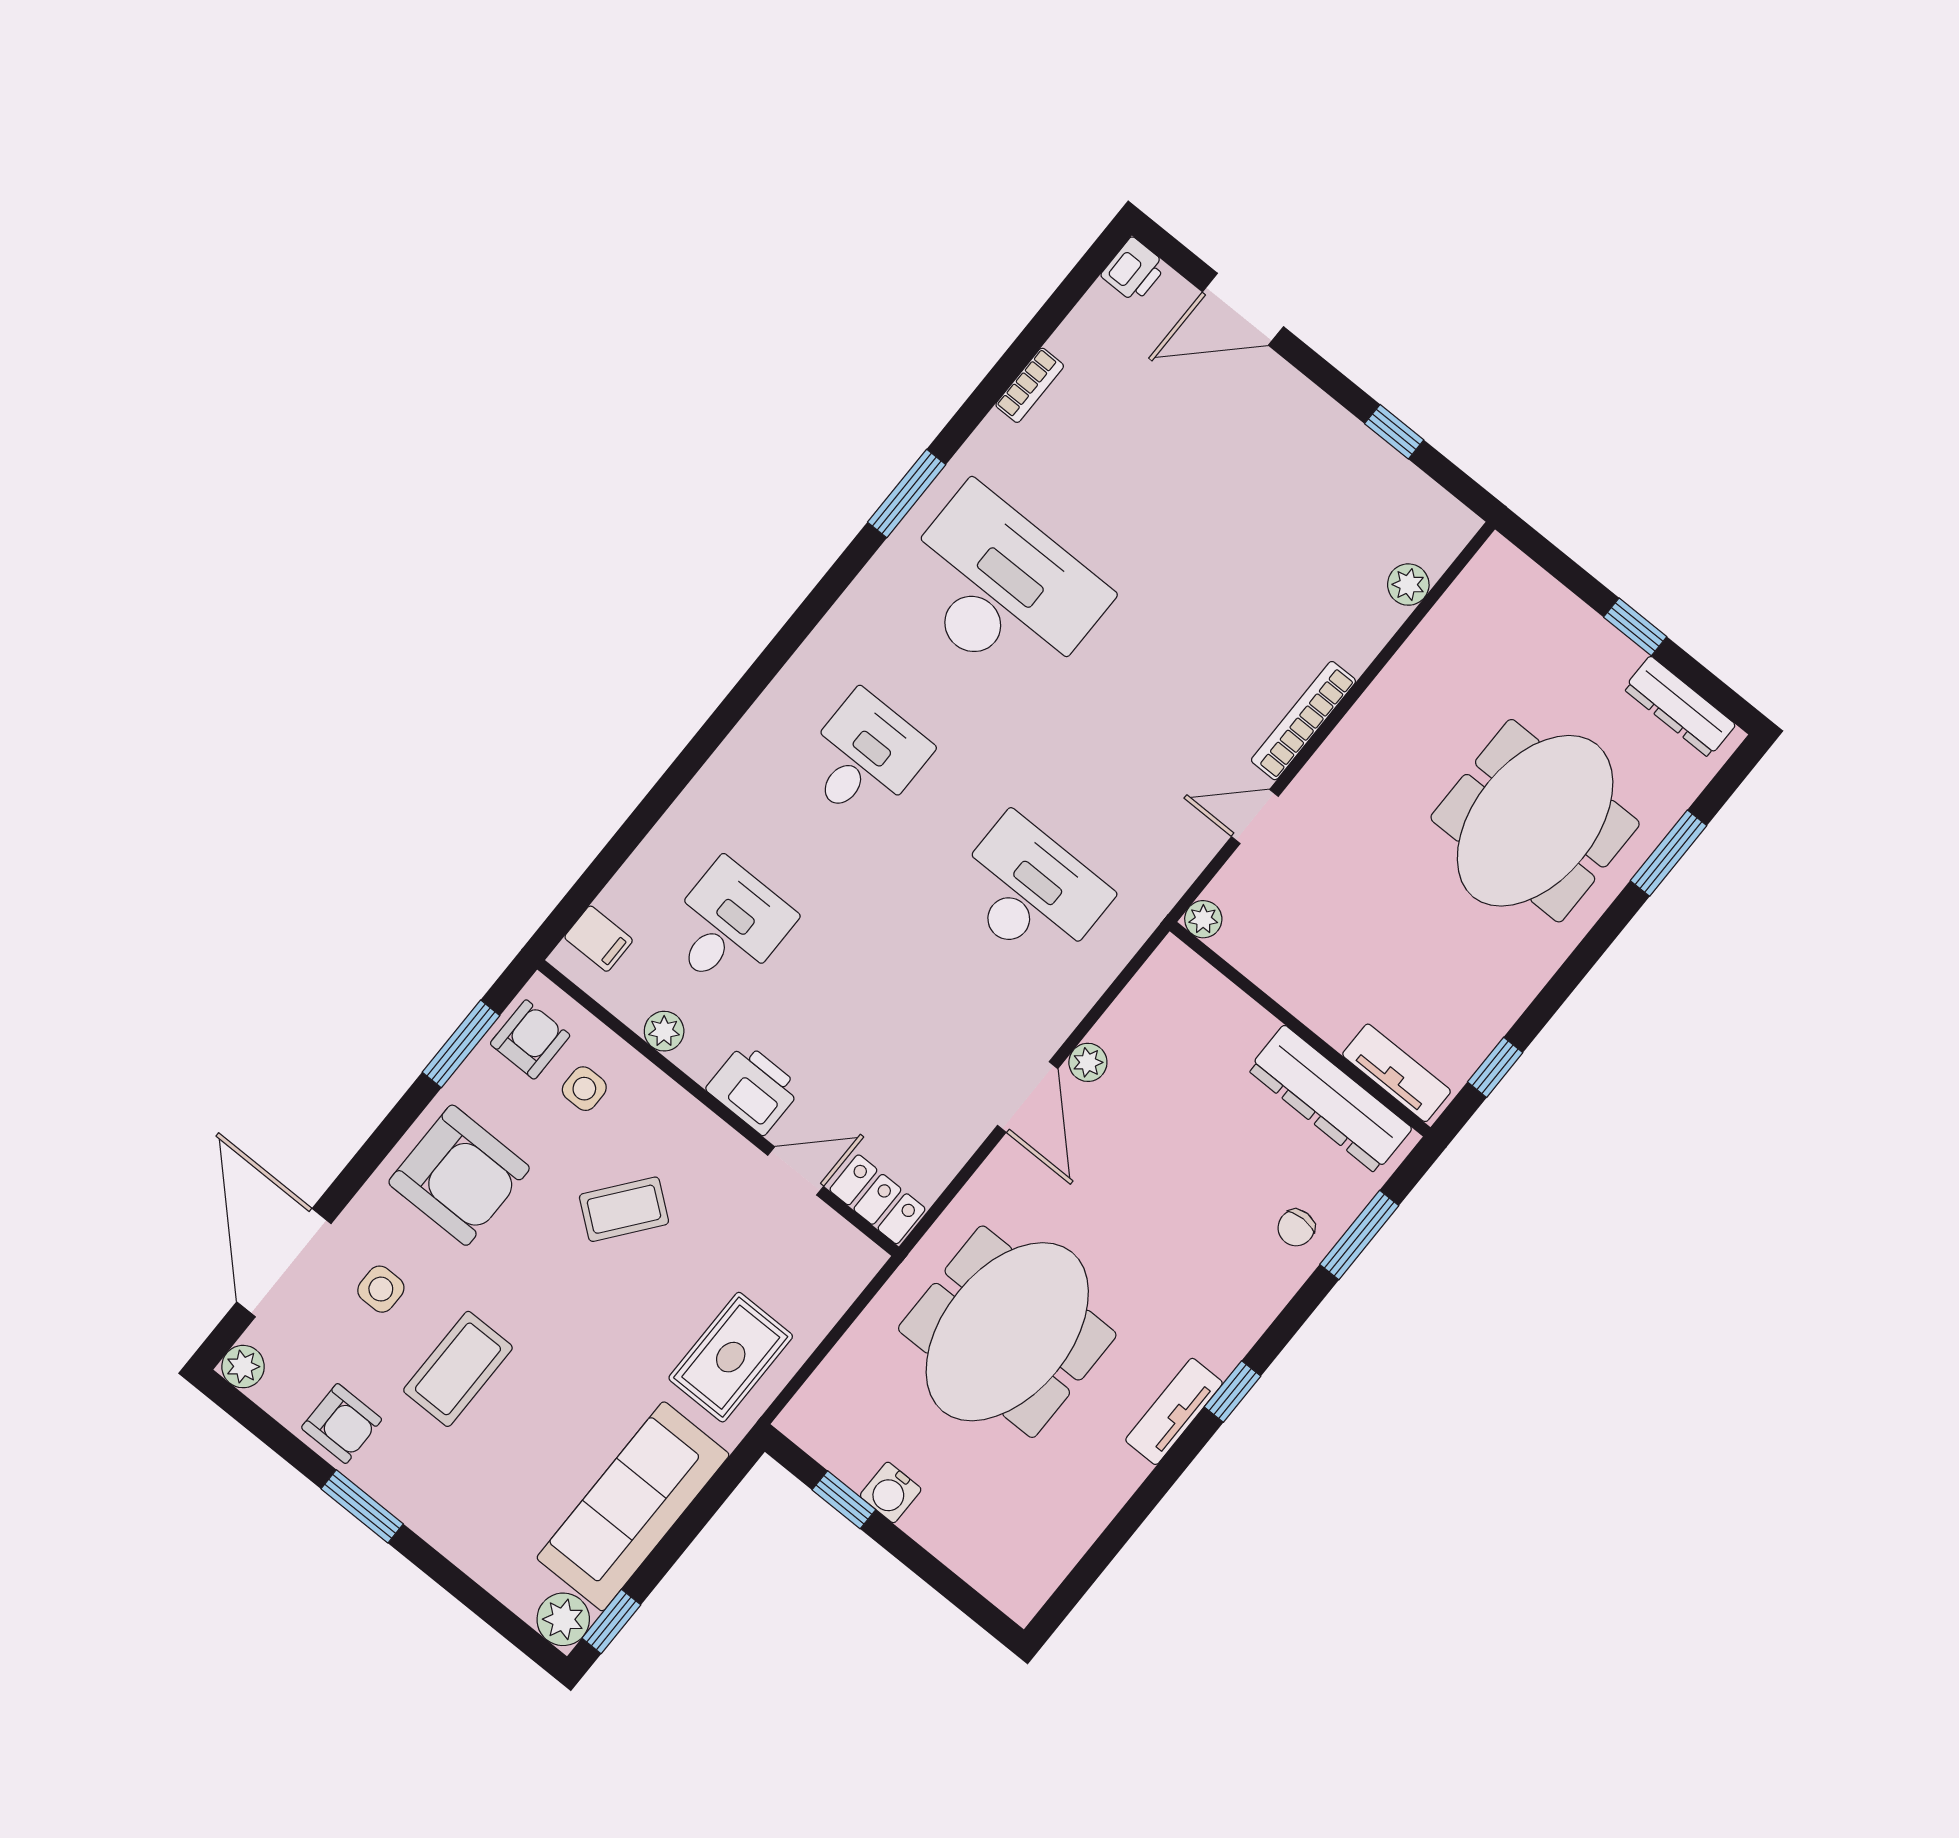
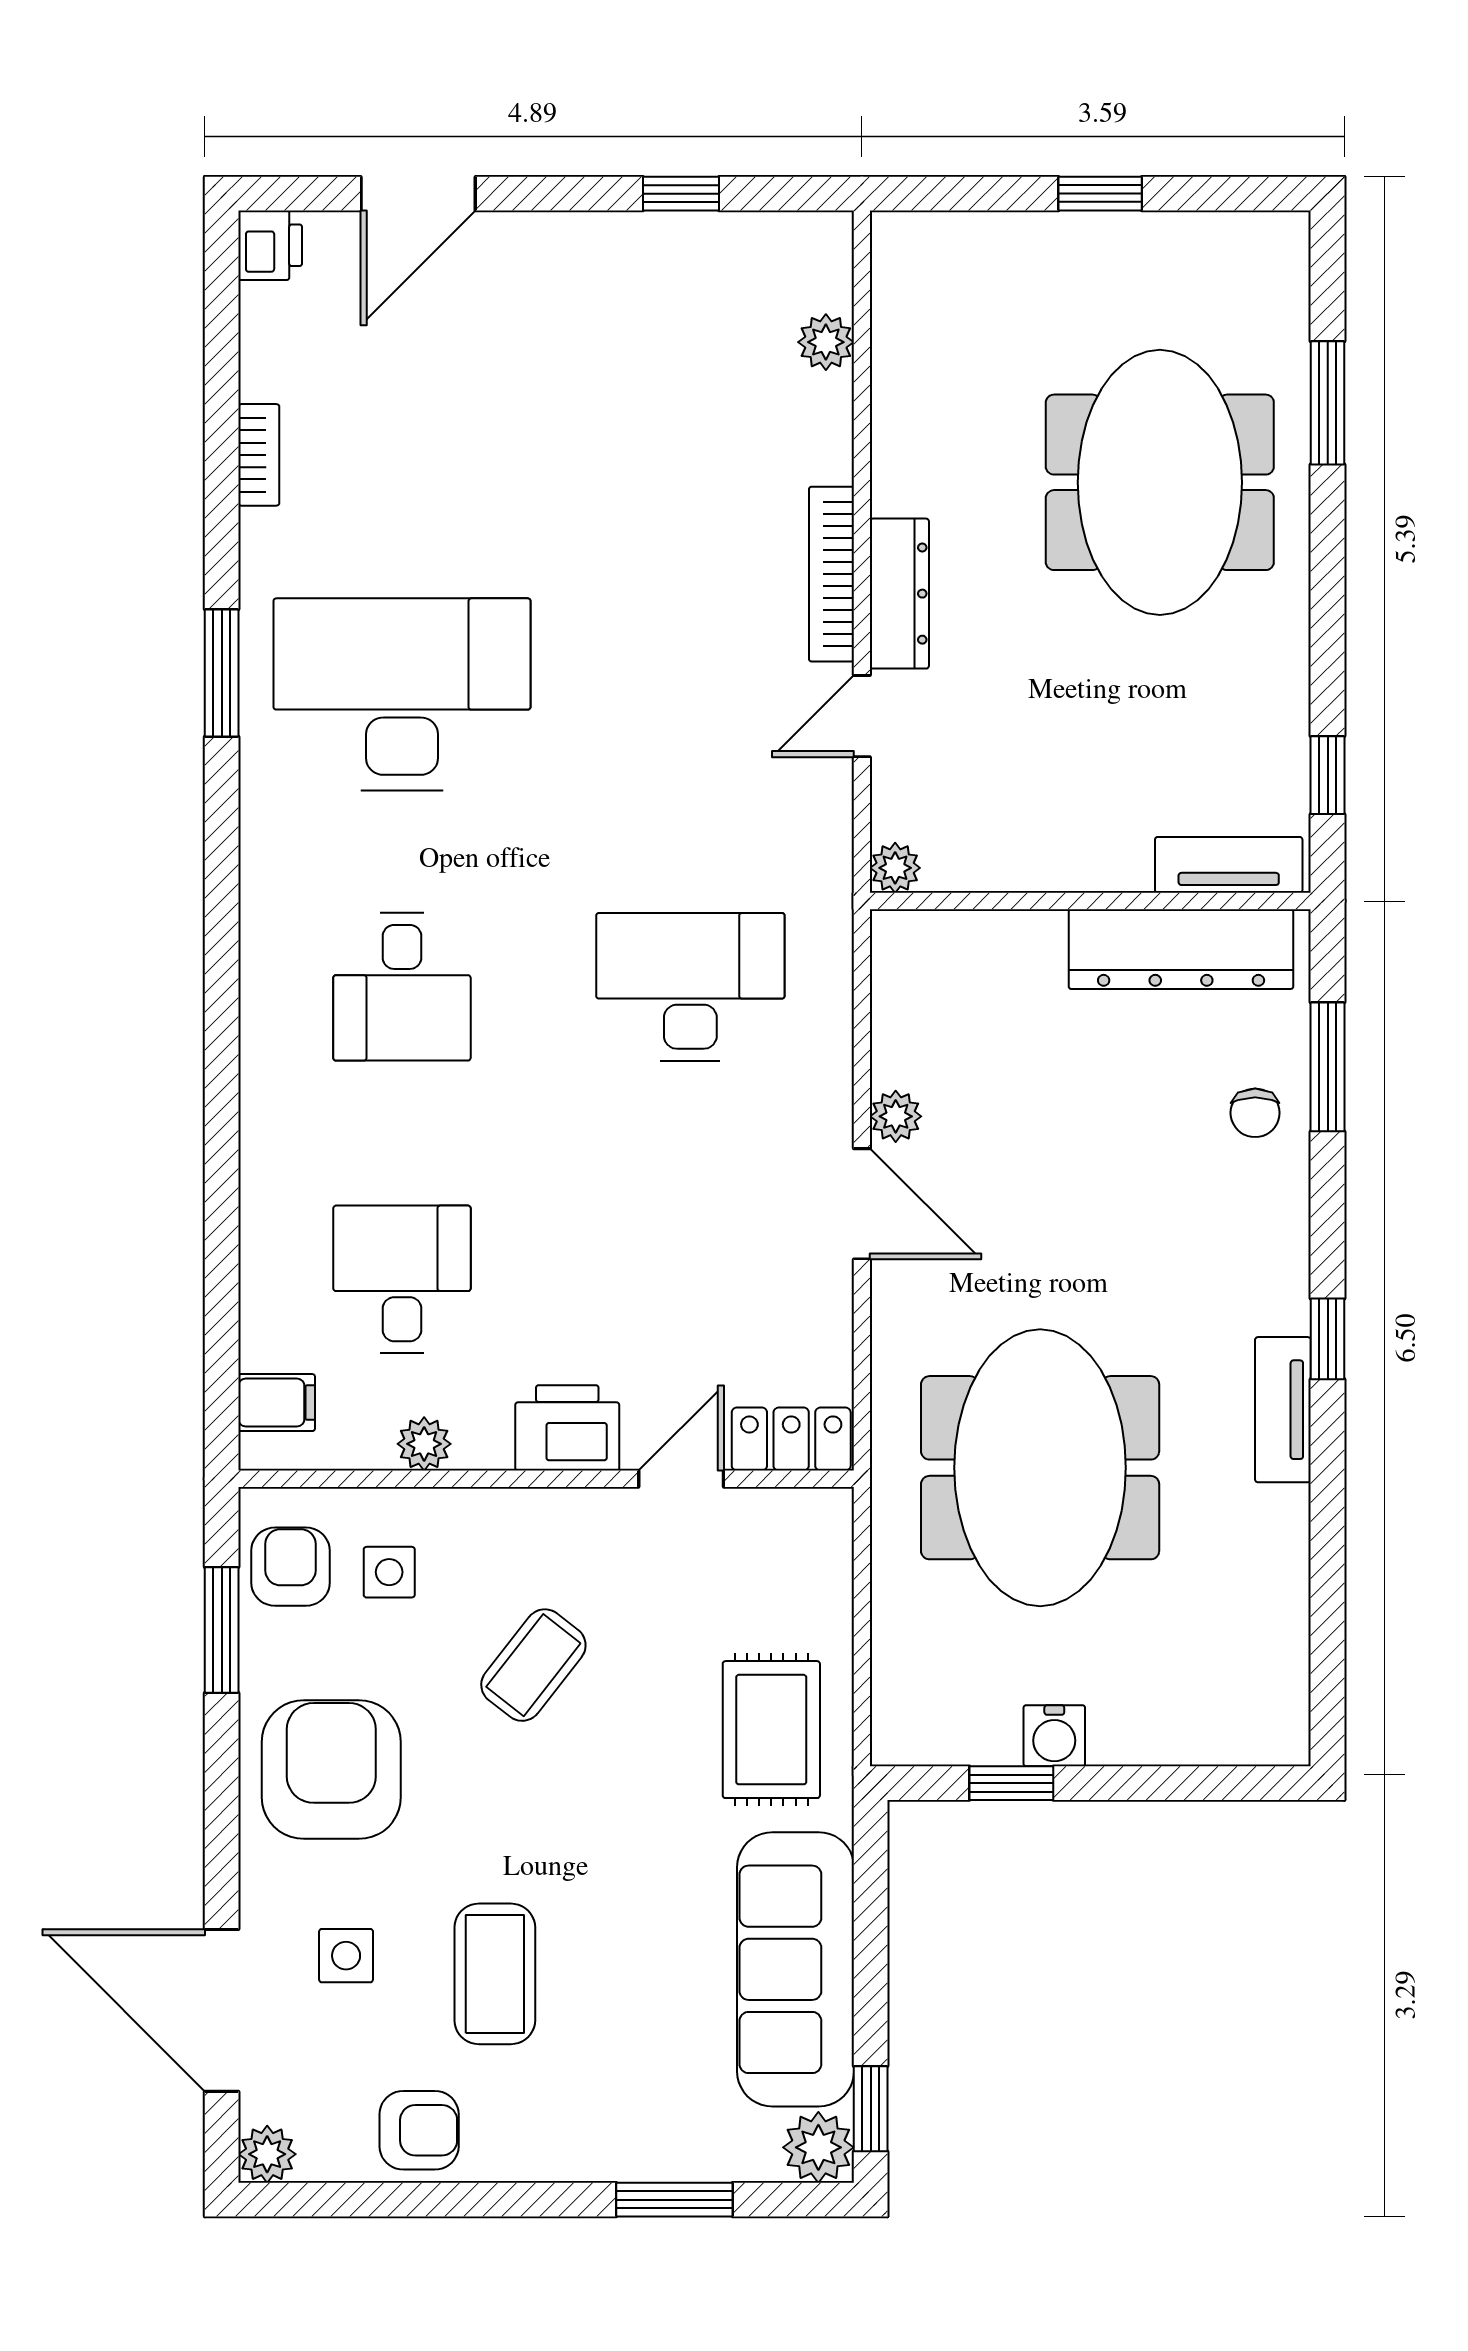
dresser: (1680, 707) -> (899, 594), moved, turned -90
desk: (864, 758) -> (402, 987), turned 180
armchair: (459, 1175) -> (331, 1770), turned -90
window: (362, 1506) -> (674, 2200), moved

